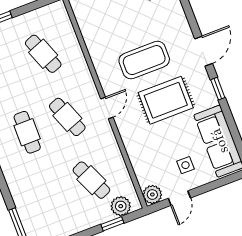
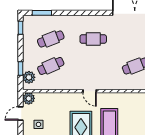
cafe table: (67, 117) -> (51, 39), moved
door: (179, 198) -> (20, 113), hinge flipped

